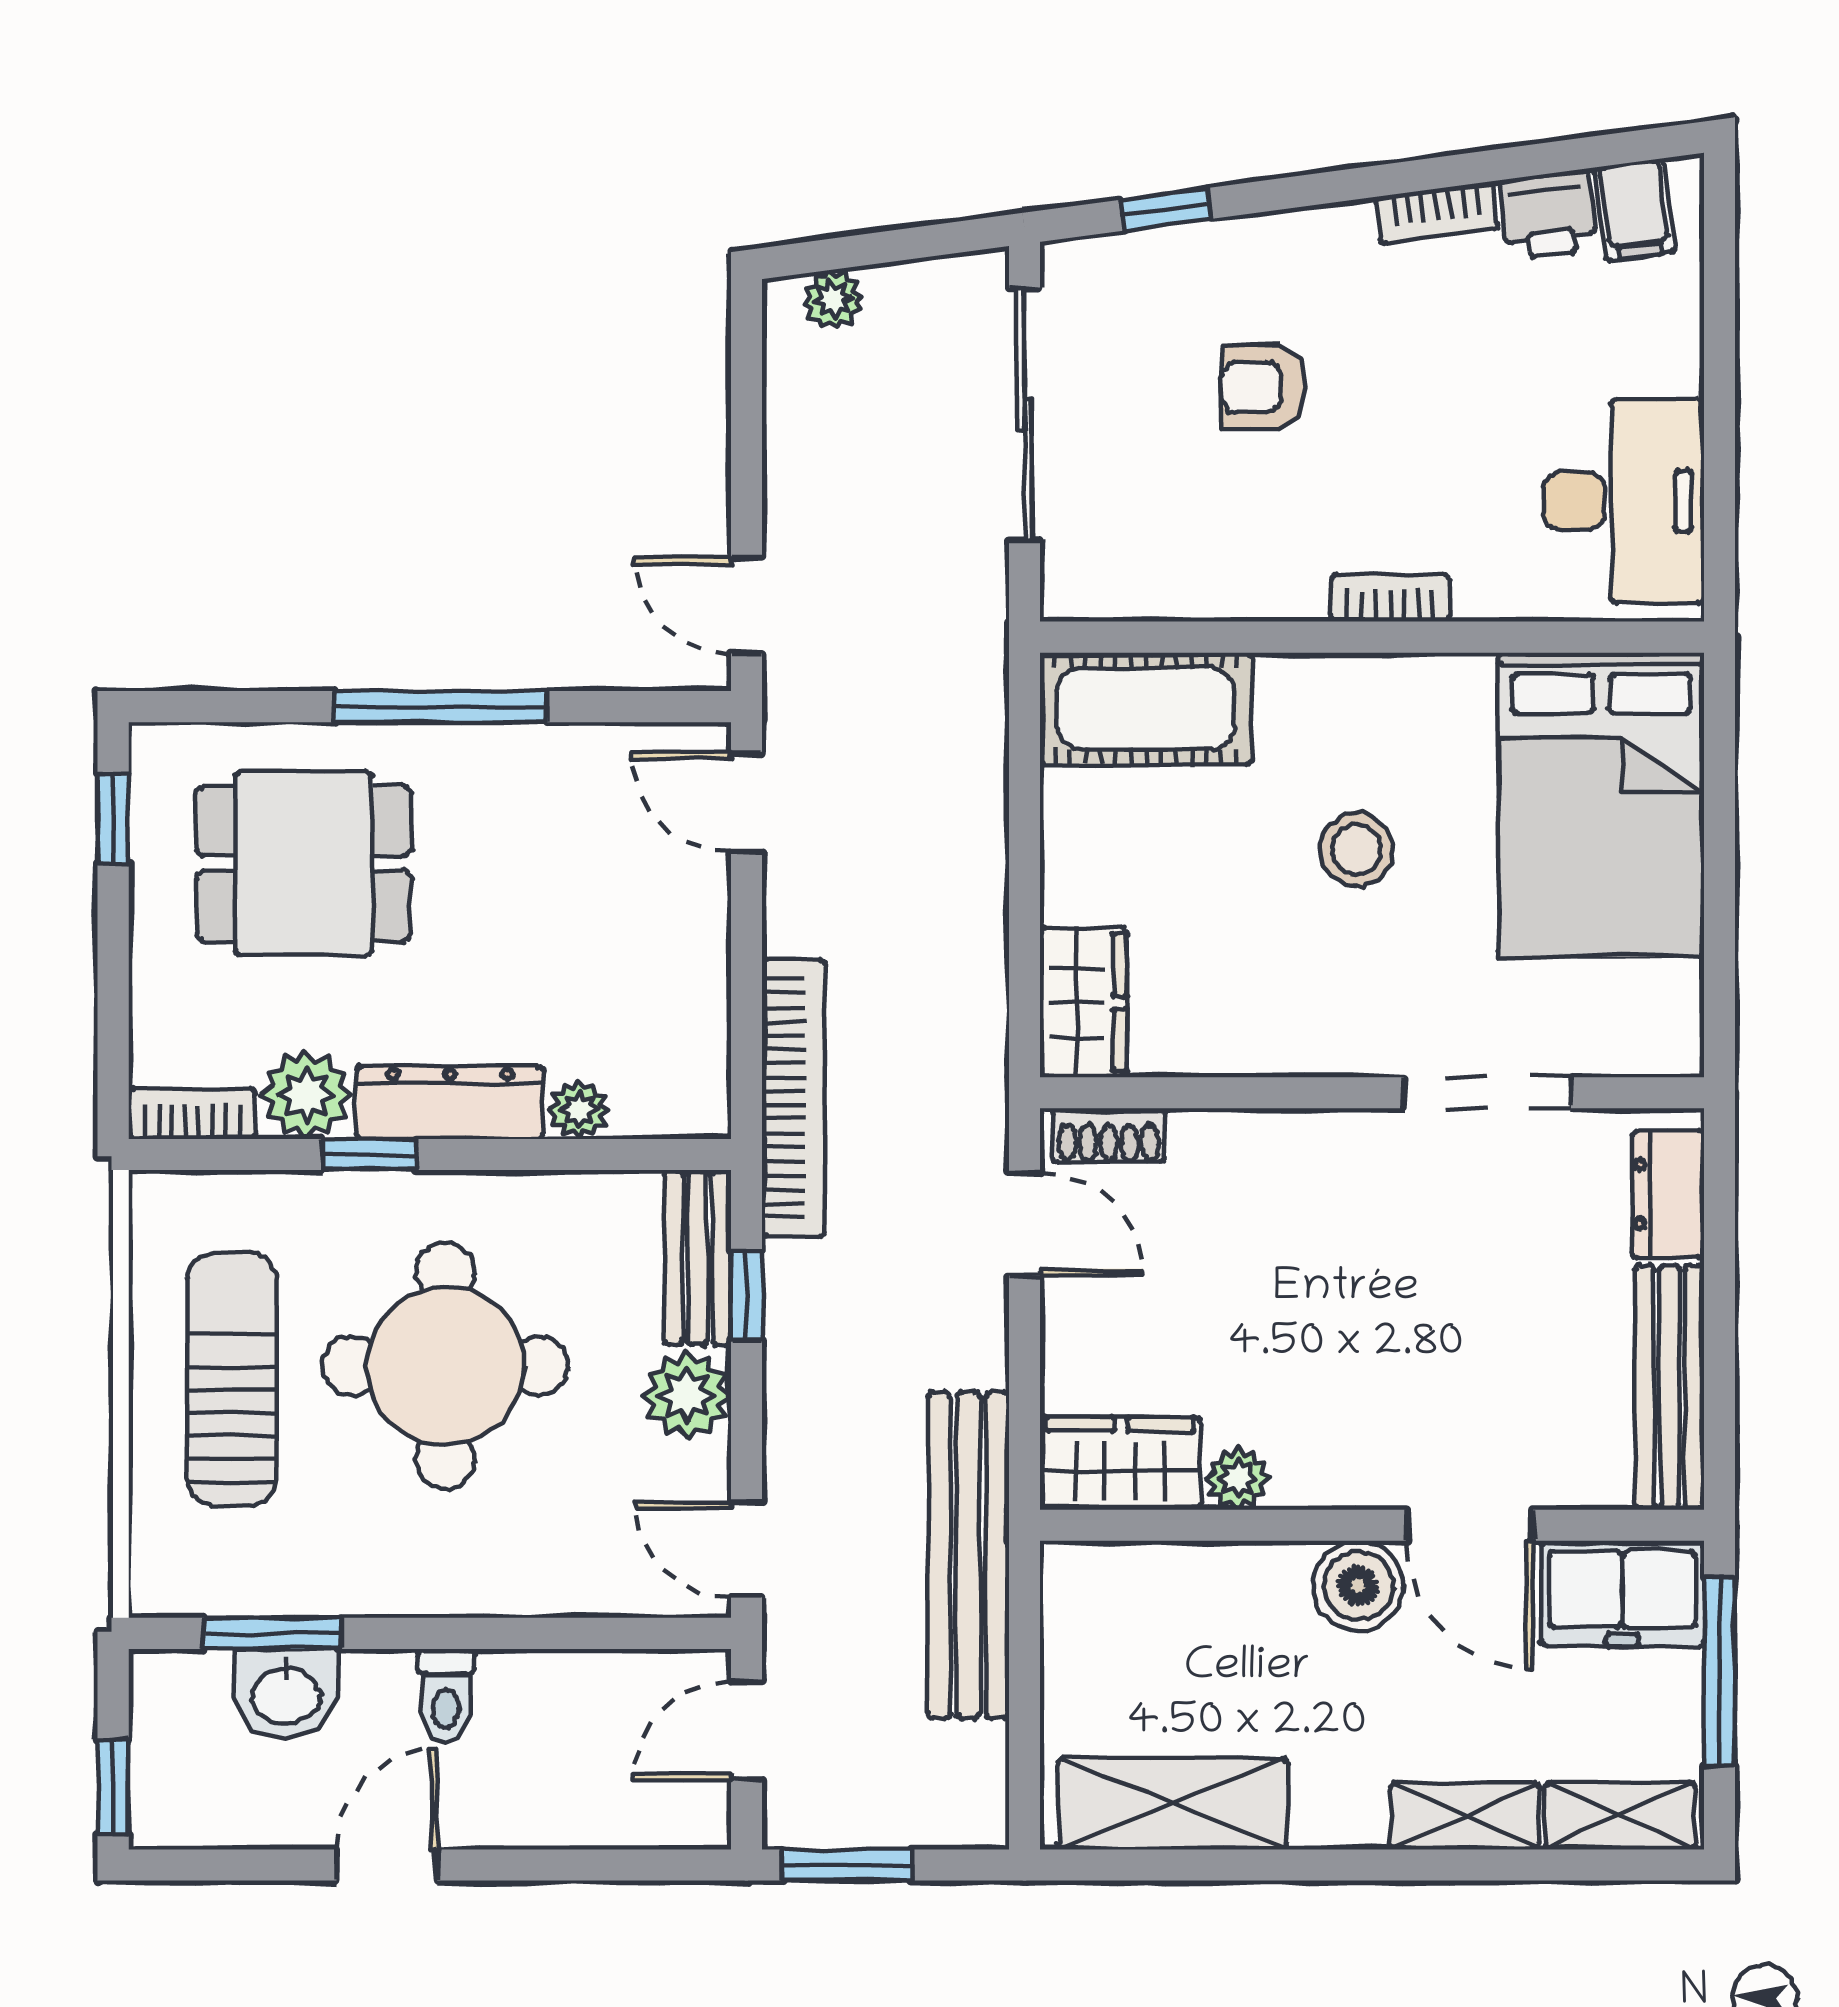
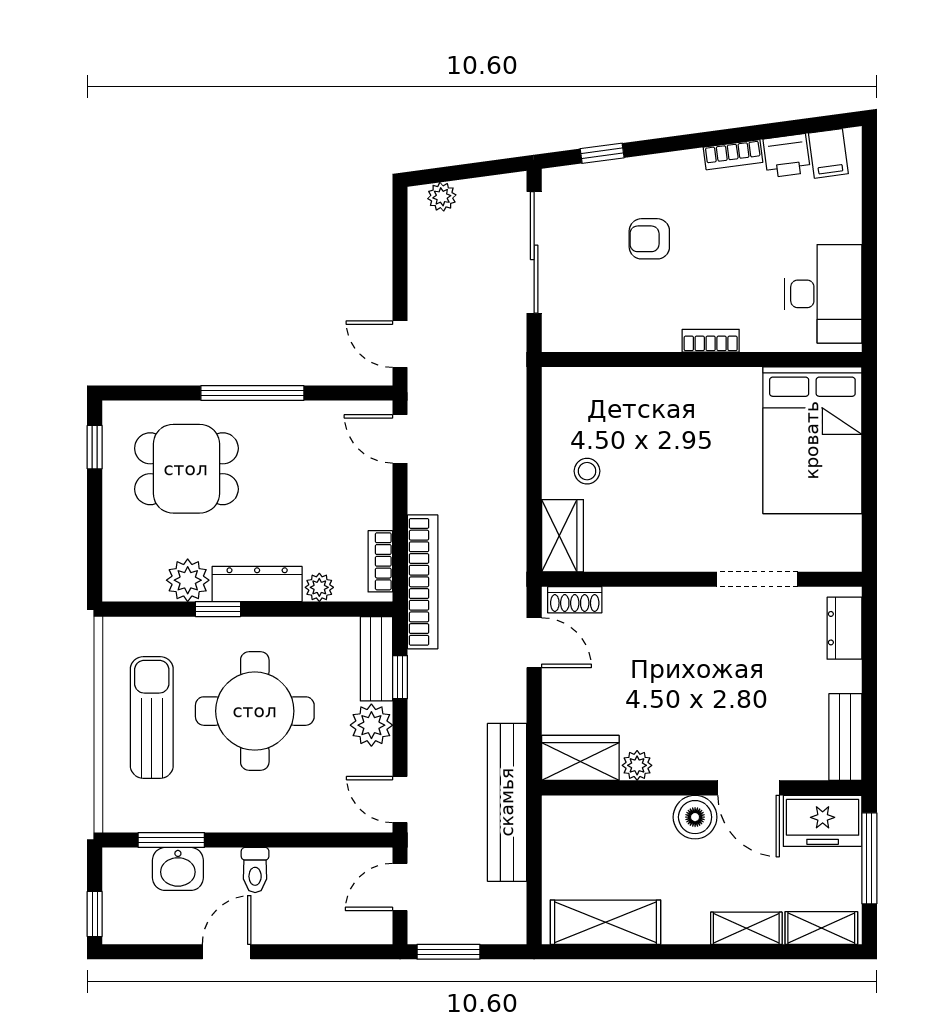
cot: (1146, 709) -> (593, 394), removed
stool: (1356, 850) -> (587, 471), moved, width x0.73, depth x0.73
bookcase: (192, 1114) -> (380, 561), moved, turned -90
bench: (1670, 1387) -> (845, 737), width x0.73

